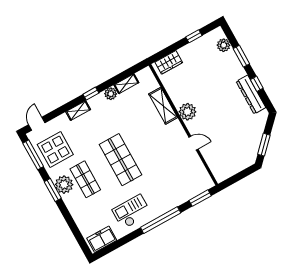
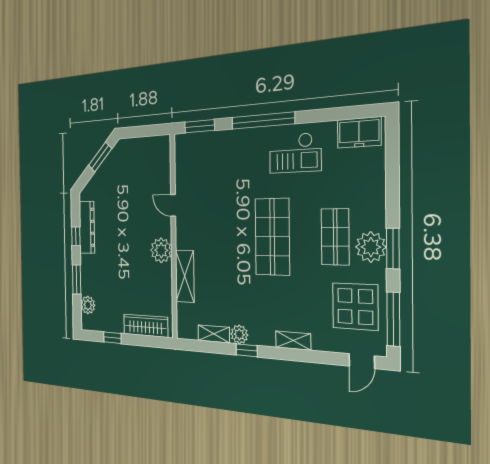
wardrobe: (169, 62) -> (146, 326), width x1.50
window: (91, 94) -> (247, 350), moved

